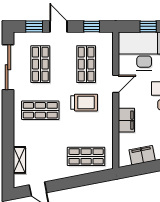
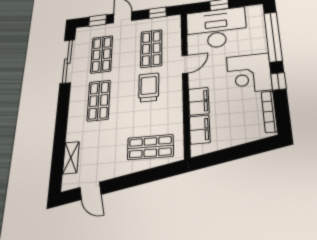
trolley: (84, 103) -> (149, 87), turned -90
shop shelf: (40, 110) -> (99, 100), turned 90
filing cabinet: (142, 155) -> (200, 130), moved, turned 101

